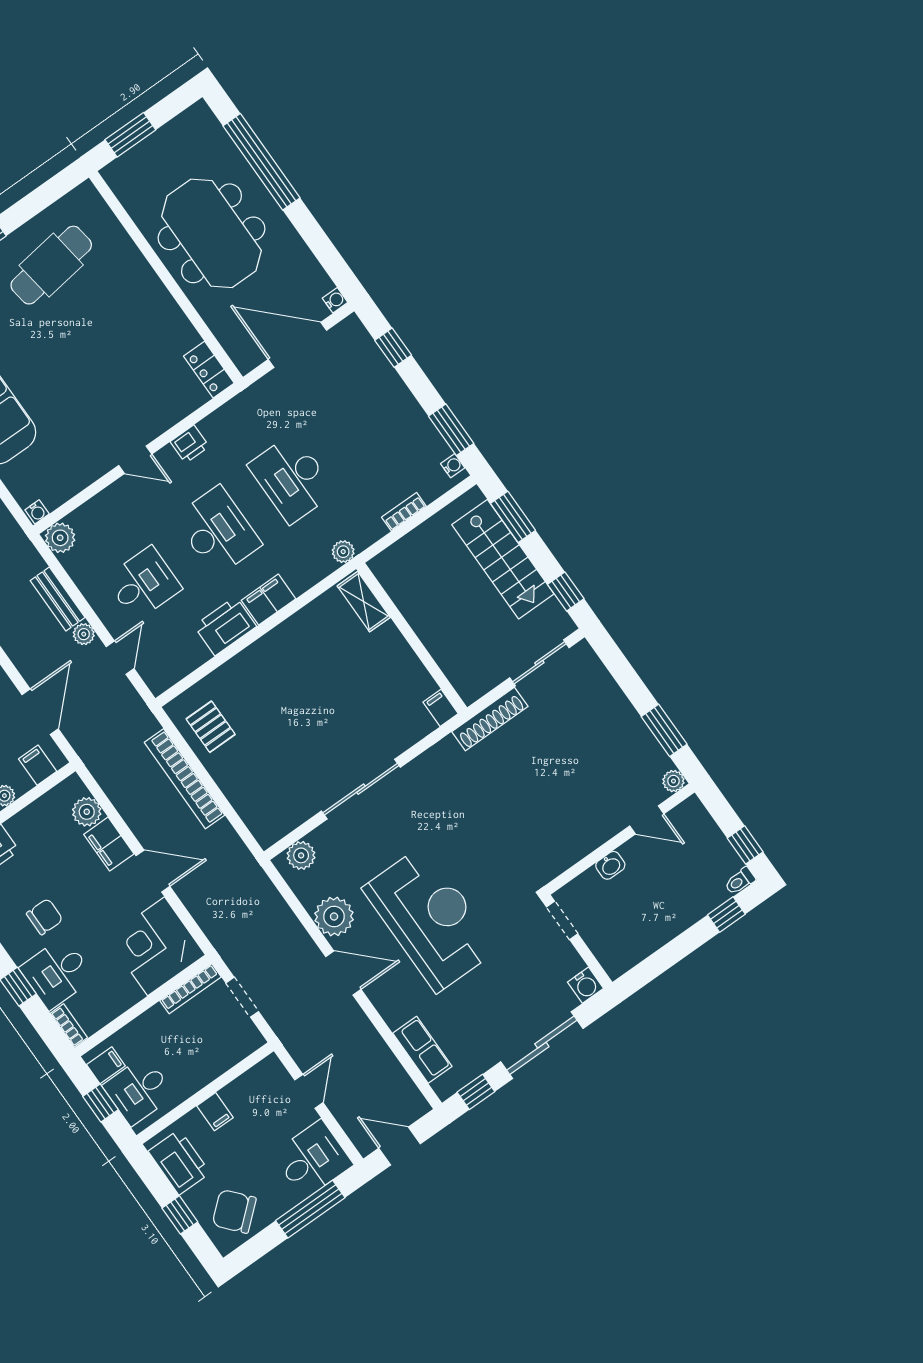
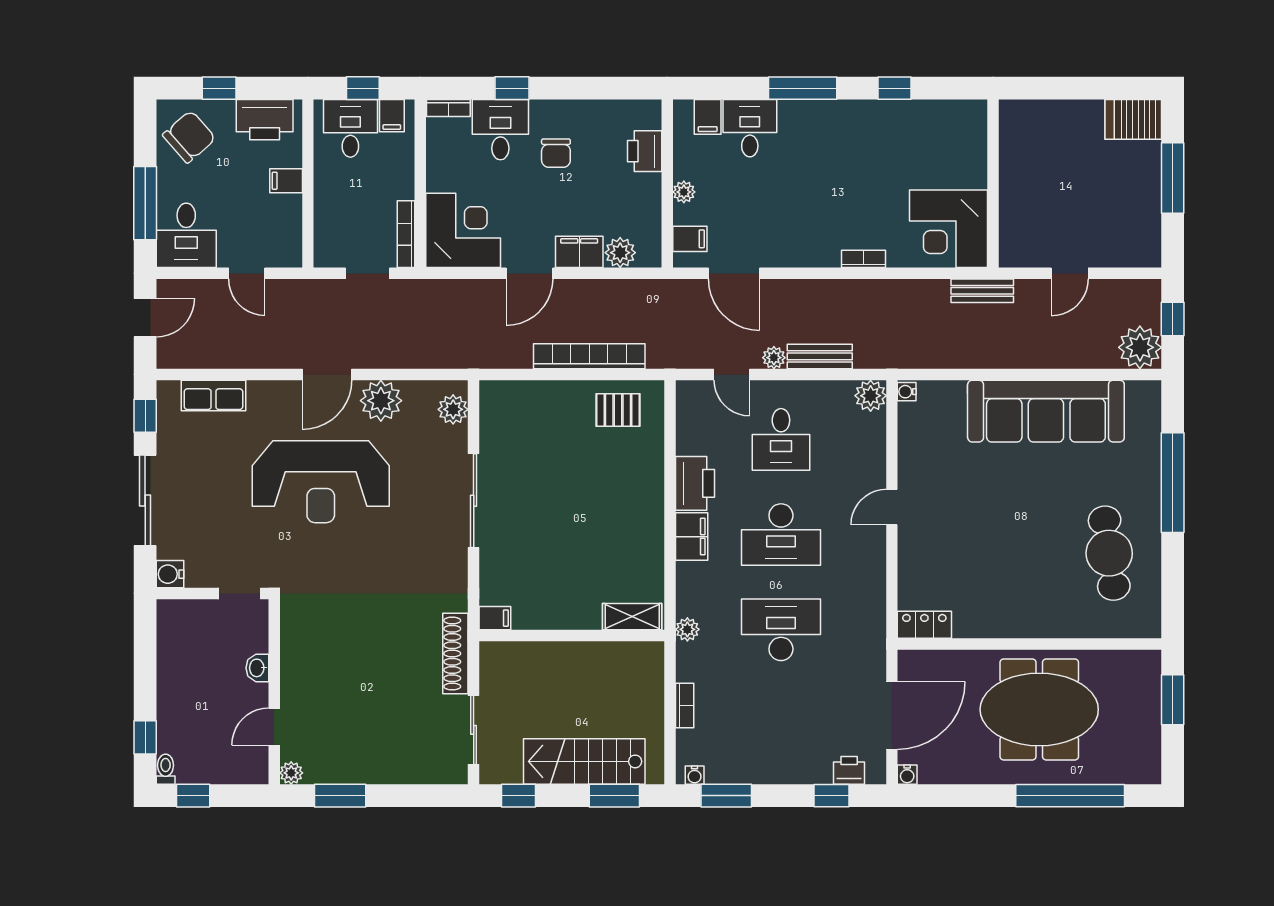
printer: (190, 444) -> (849, 770), moved, turned 90

